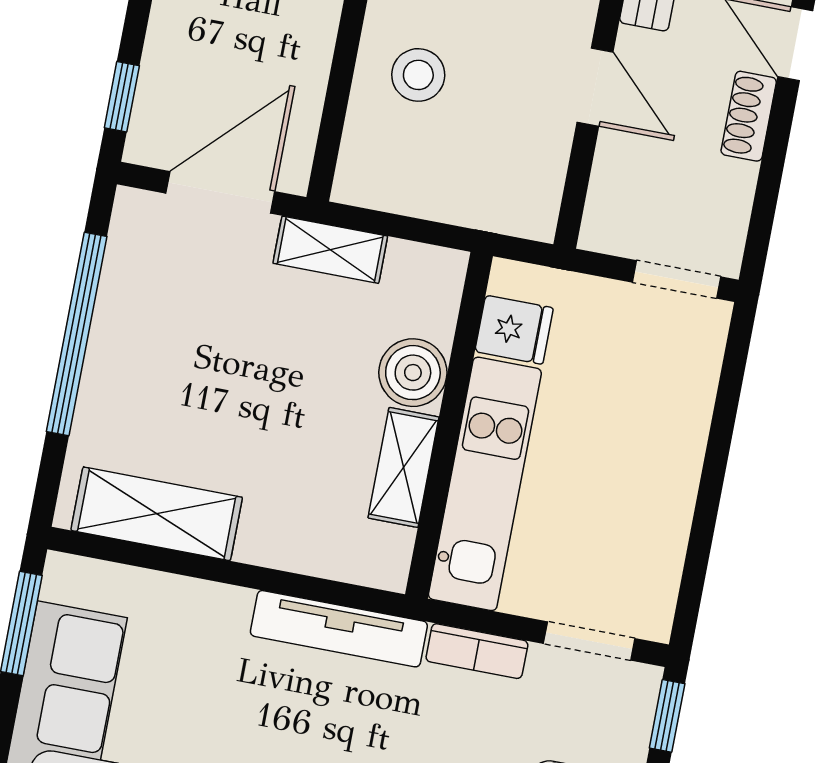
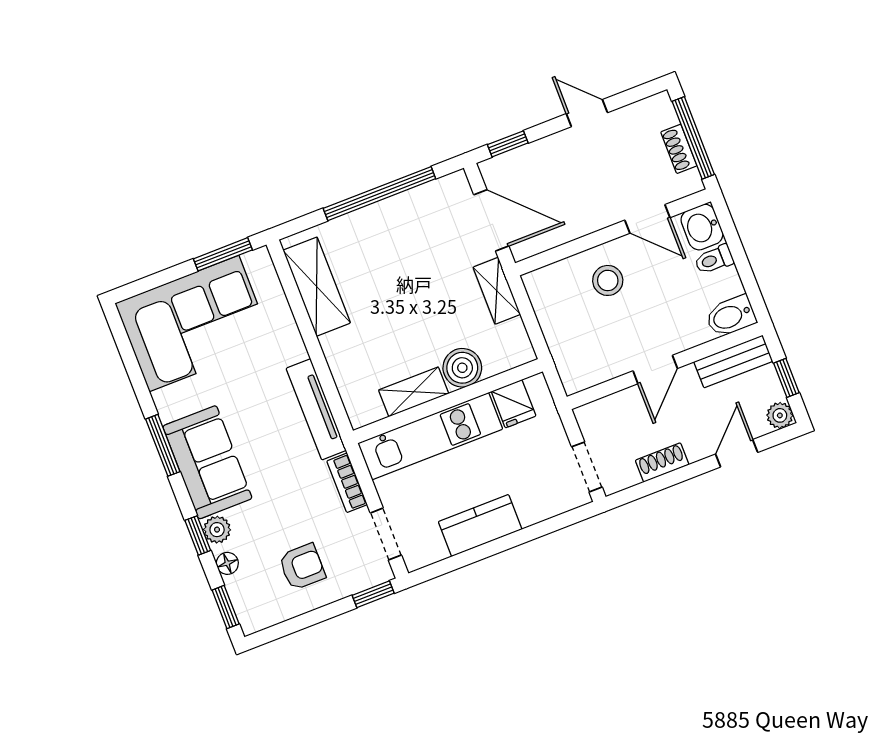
shoe rack: (749, 116) -> (662, 462), moved
kitchen counter: (664, 493) -> (480, 526), added

